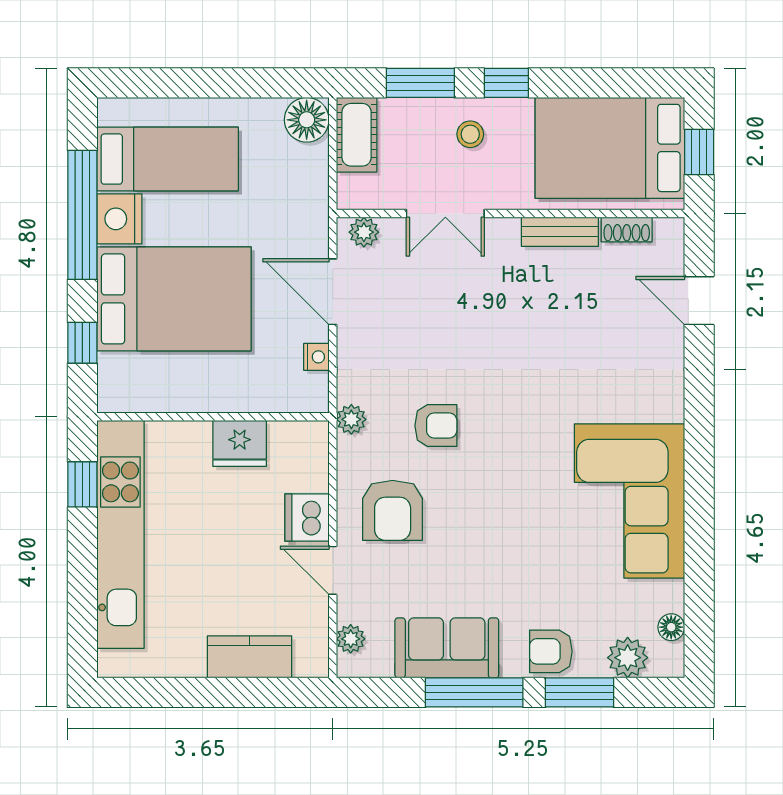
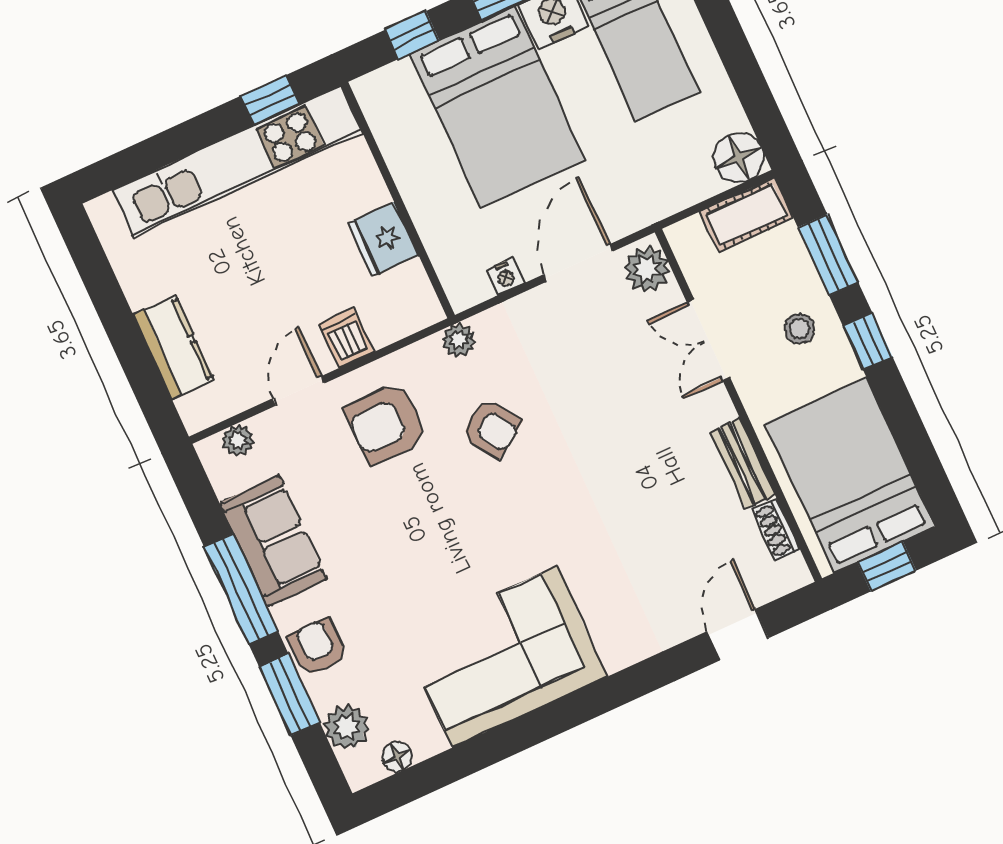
plant: (364, 232) -> (647, 269), width x1.38, depth x1.38
armchair: (436, 426) -> (491, 428), turned -34
dishwasher: (307, 518) -> (346, 338), width x0.73

